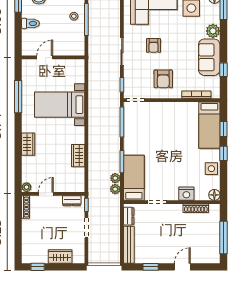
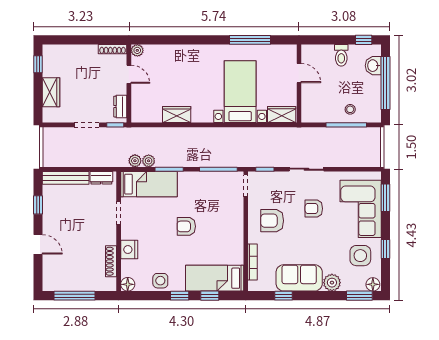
wardrobe: (28, 144) -> (282, 115), moved, turned 180
armchair: (168, 148) -> (186, 226), added

